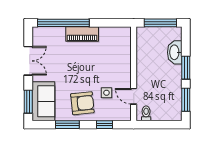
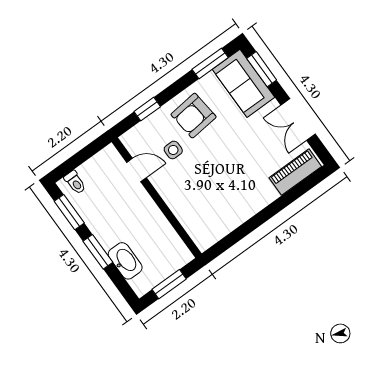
window: (63, 23) -> (289, 198), removed
window: (160, 23) -> (169, 284), width x0.69
piano: (82, 34) -> (295, 172), moved
toilet: (146, 113) -> (75, 182), moved
window: (67, 125) -> (210, 63), moved

